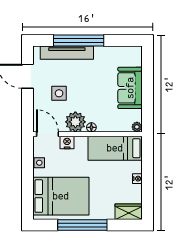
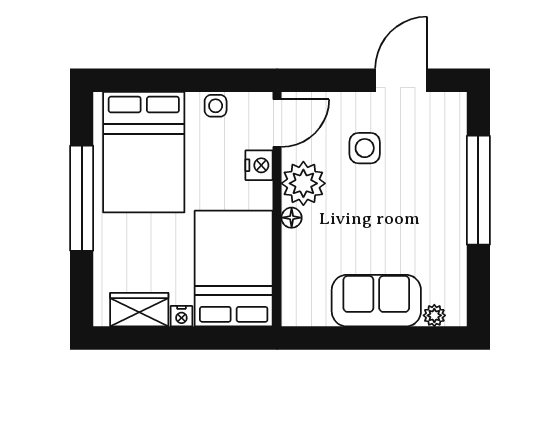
tv unit: (67, 53) -> (452, 165), removed
plant: (137, 127) -> (434, 315), moved
bed: (115, 148) -> (234, 269), width x1.50
wardrobe: (129, 212) -> (139, 310), moved, turned -90

